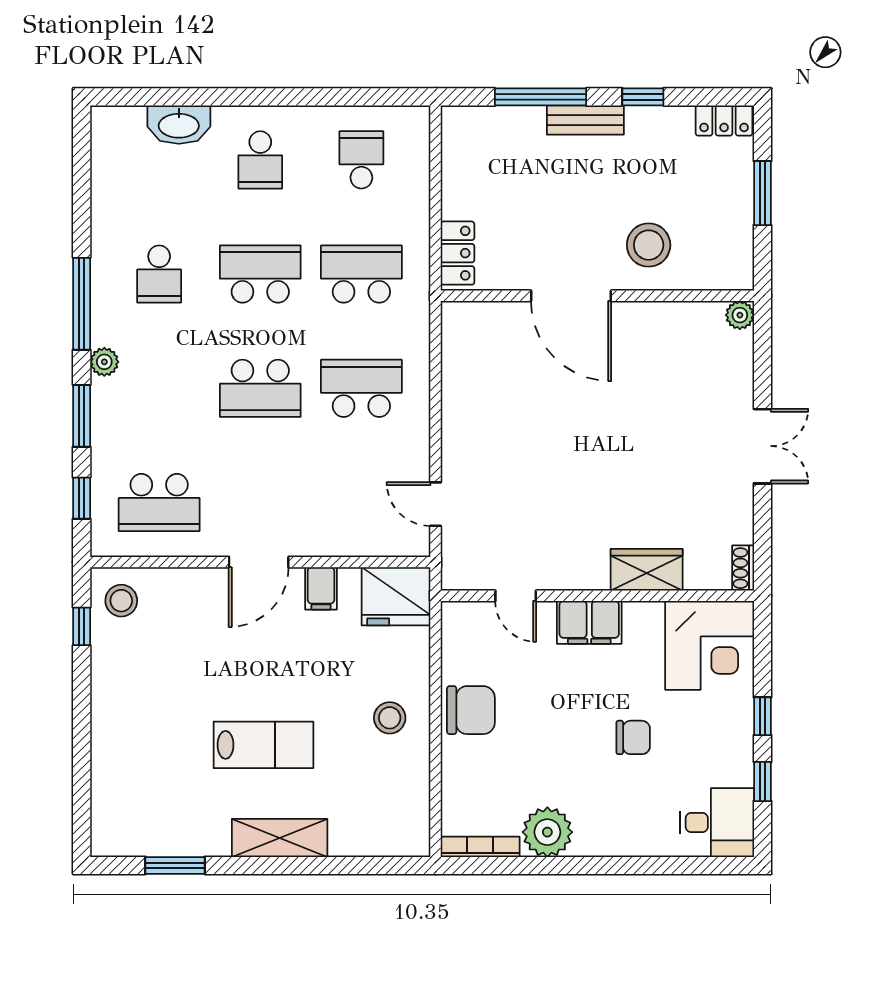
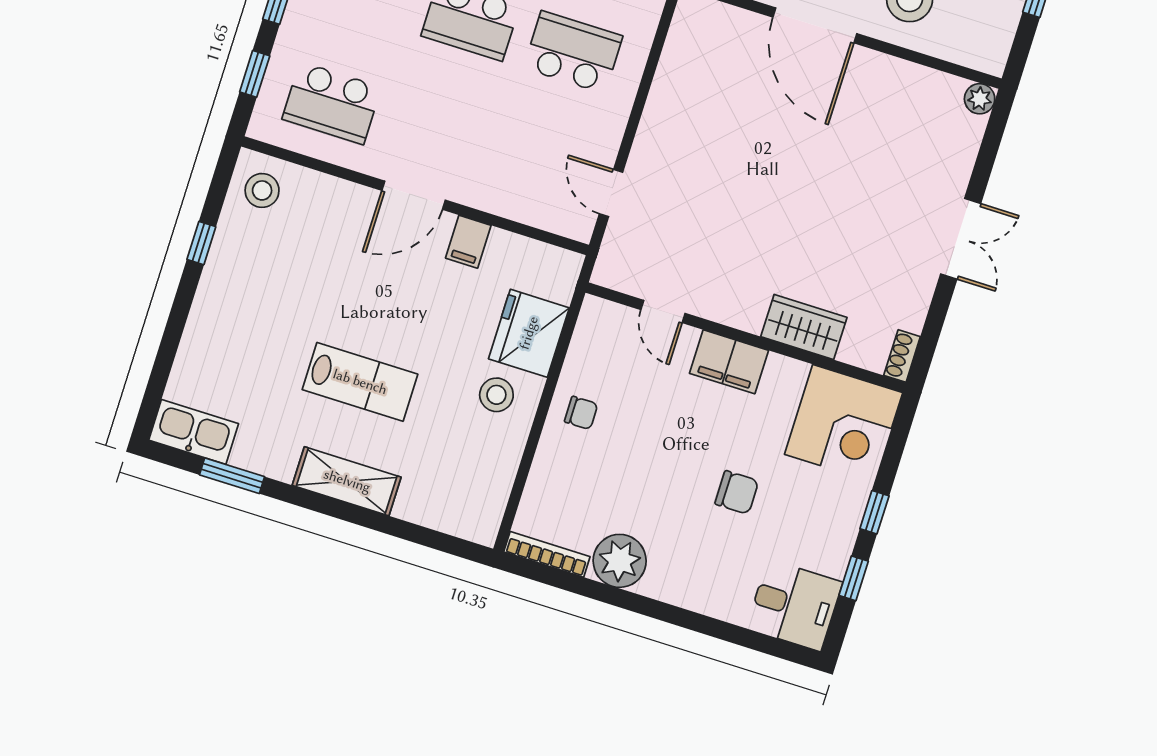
fridge: (396, 596) -> (529, 333), moved, turned 90
window: (82, 626) -> (201, 243), moved
chair: (471, 710) -> (581, 413), width x0.54, depth x0.54
kitchen sink: (128, 837) -> (194, 432), added

